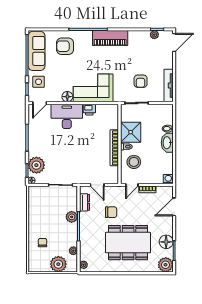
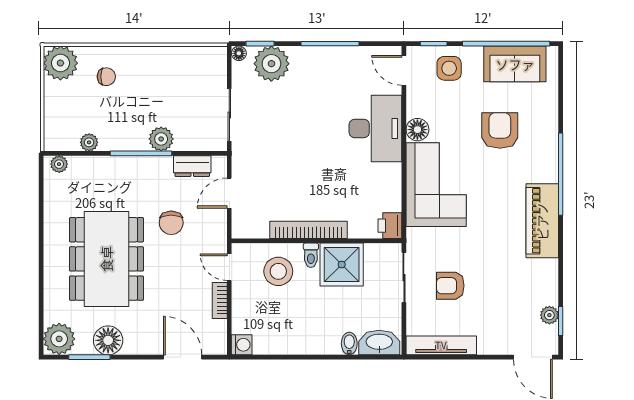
armchair: (65, 46) -> (500, 130), moved
sofa: (36, 51) -> (515, 64), width x0.73
printer: (89, 110) -> (390, 226), moved
washbasin: (167, 143) -> (379, 342), moved
plant: (58, 264) -> (60, 63), moved

